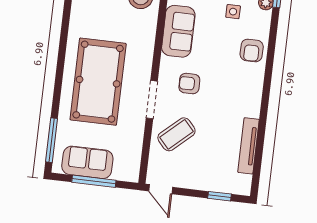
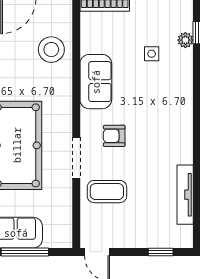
armchair: (252, 50) -> (176, 93), removed
coffee table: (176, 134) -> (107, 192), turned 42

